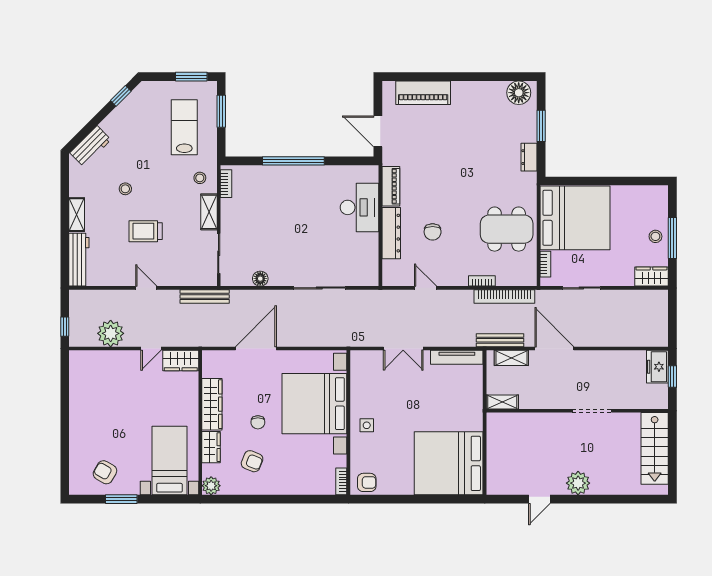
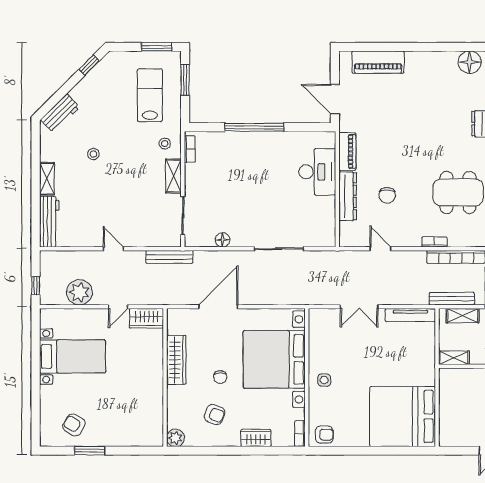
trolley: (146, 231) -> (113, 194), removed
wardrobe: (211, 447) -> (256, 438), moved, turned -90
bed with nightstands: (169, 461) -> (72, 356), moved, turned 90

